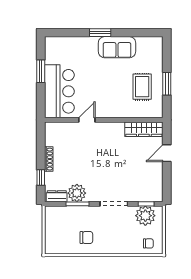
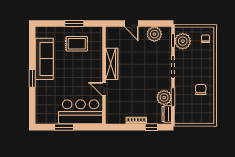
sofa: (117, 47) -> (44, 59), width x1.36
wardrobe: (144, 129) -> (112, 64), moved
plant: (154, 181) -> (154, 34), added

